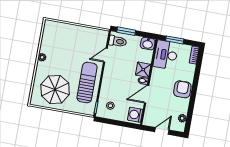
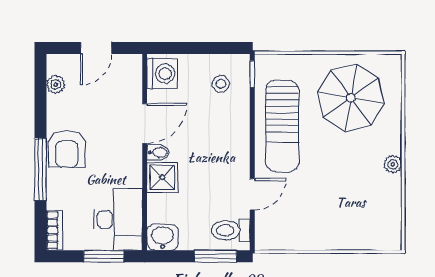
window: (195, 83) -> (41, 169), added

